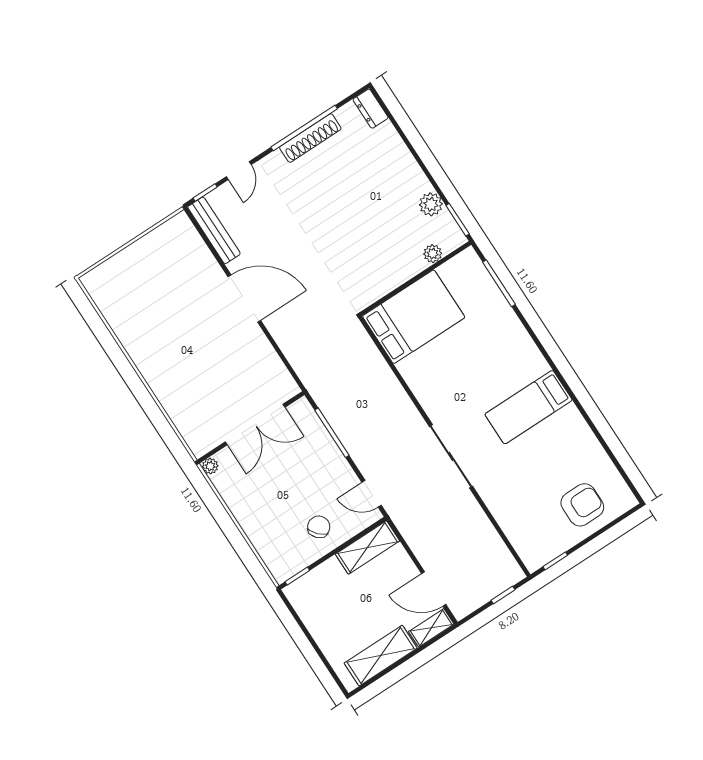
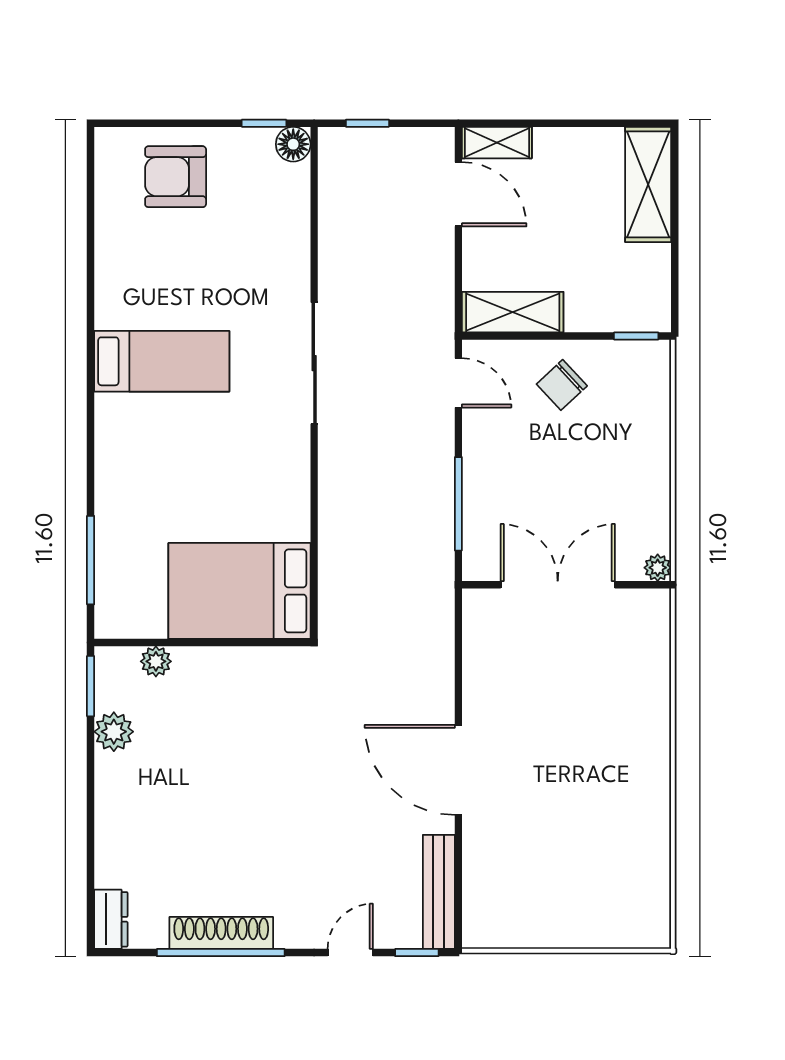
floor lamp: (534, 560) -> (293, 144), added
shelving: (381, 656) -> (648, 184), moved, turned 90

